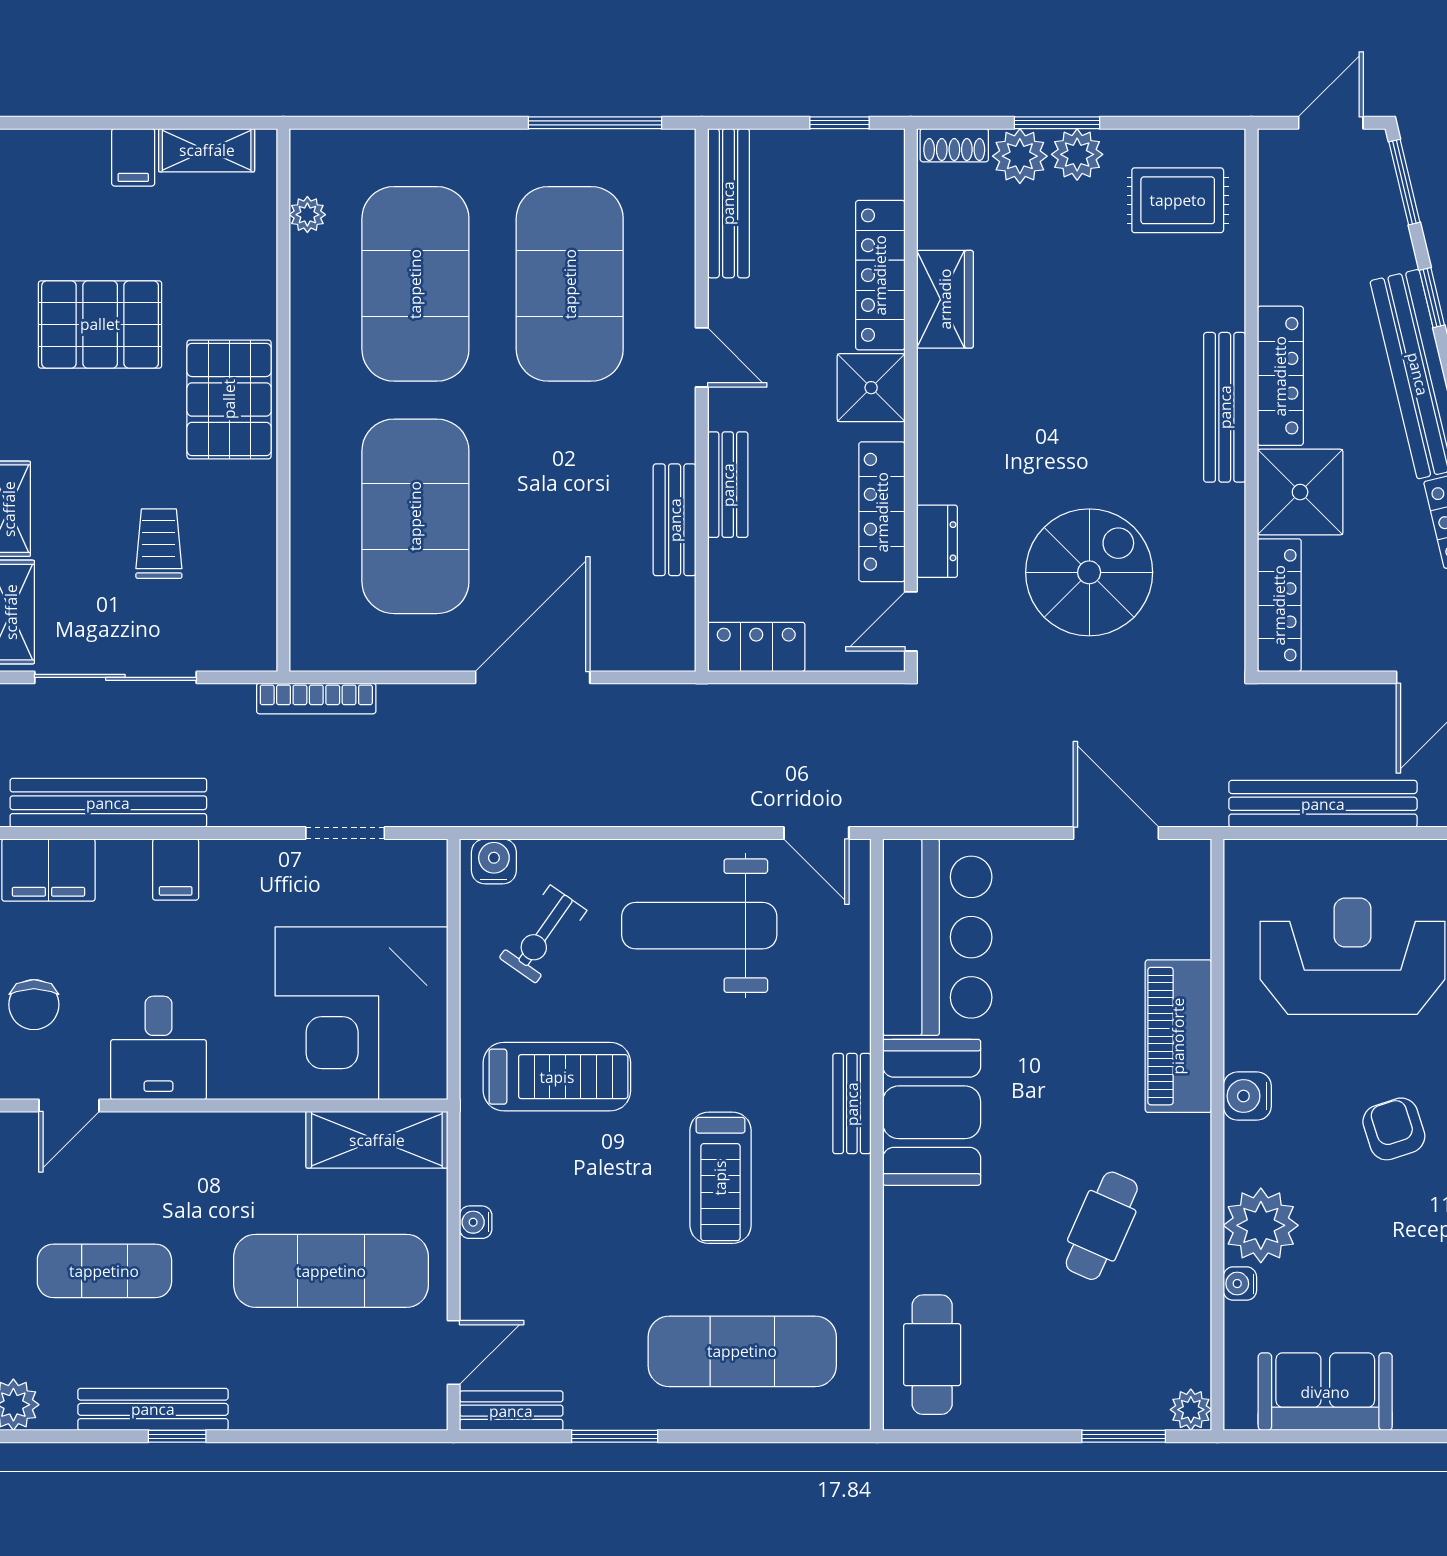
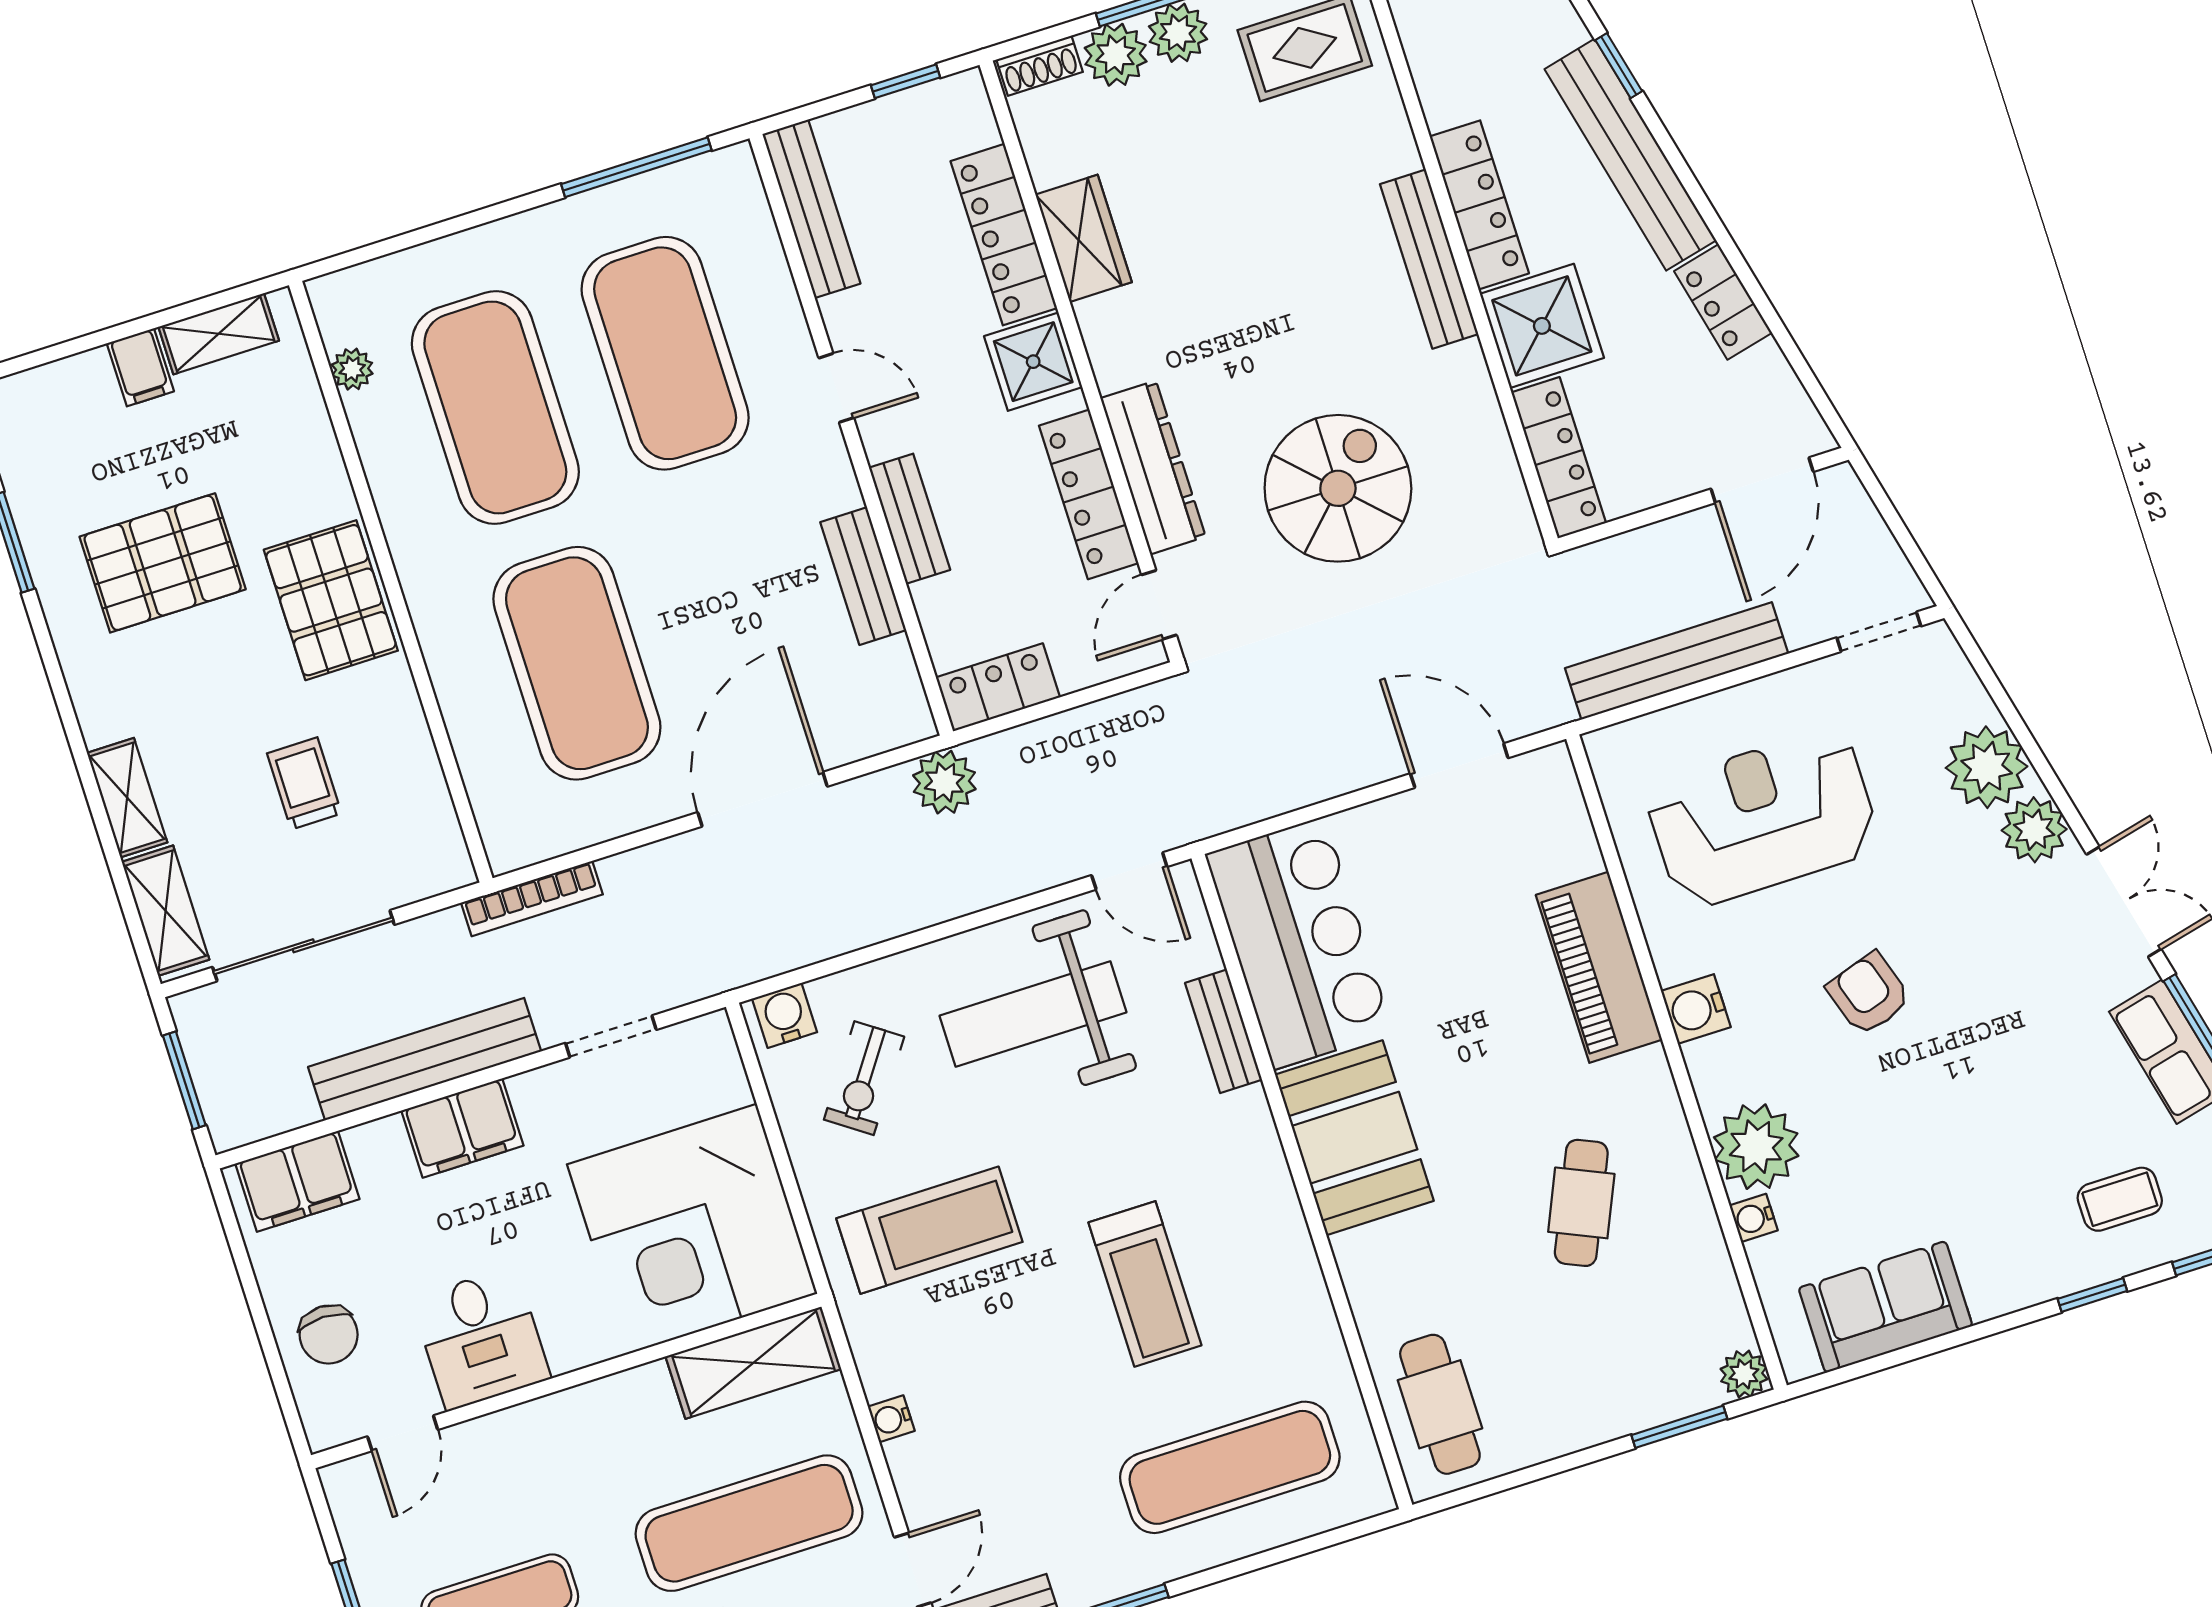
dresser: (937, 541) -> (1153, 467), width x1.96, depth x1.24
plant: (687, 711) -> (944, 782), added
bench: (108, 803) -> (425, 1059), moved
filing cabinet: (176, 869) -> (462, 1128), width x2.00
bench: (852, 1104) -> (1224, 1031), moved

